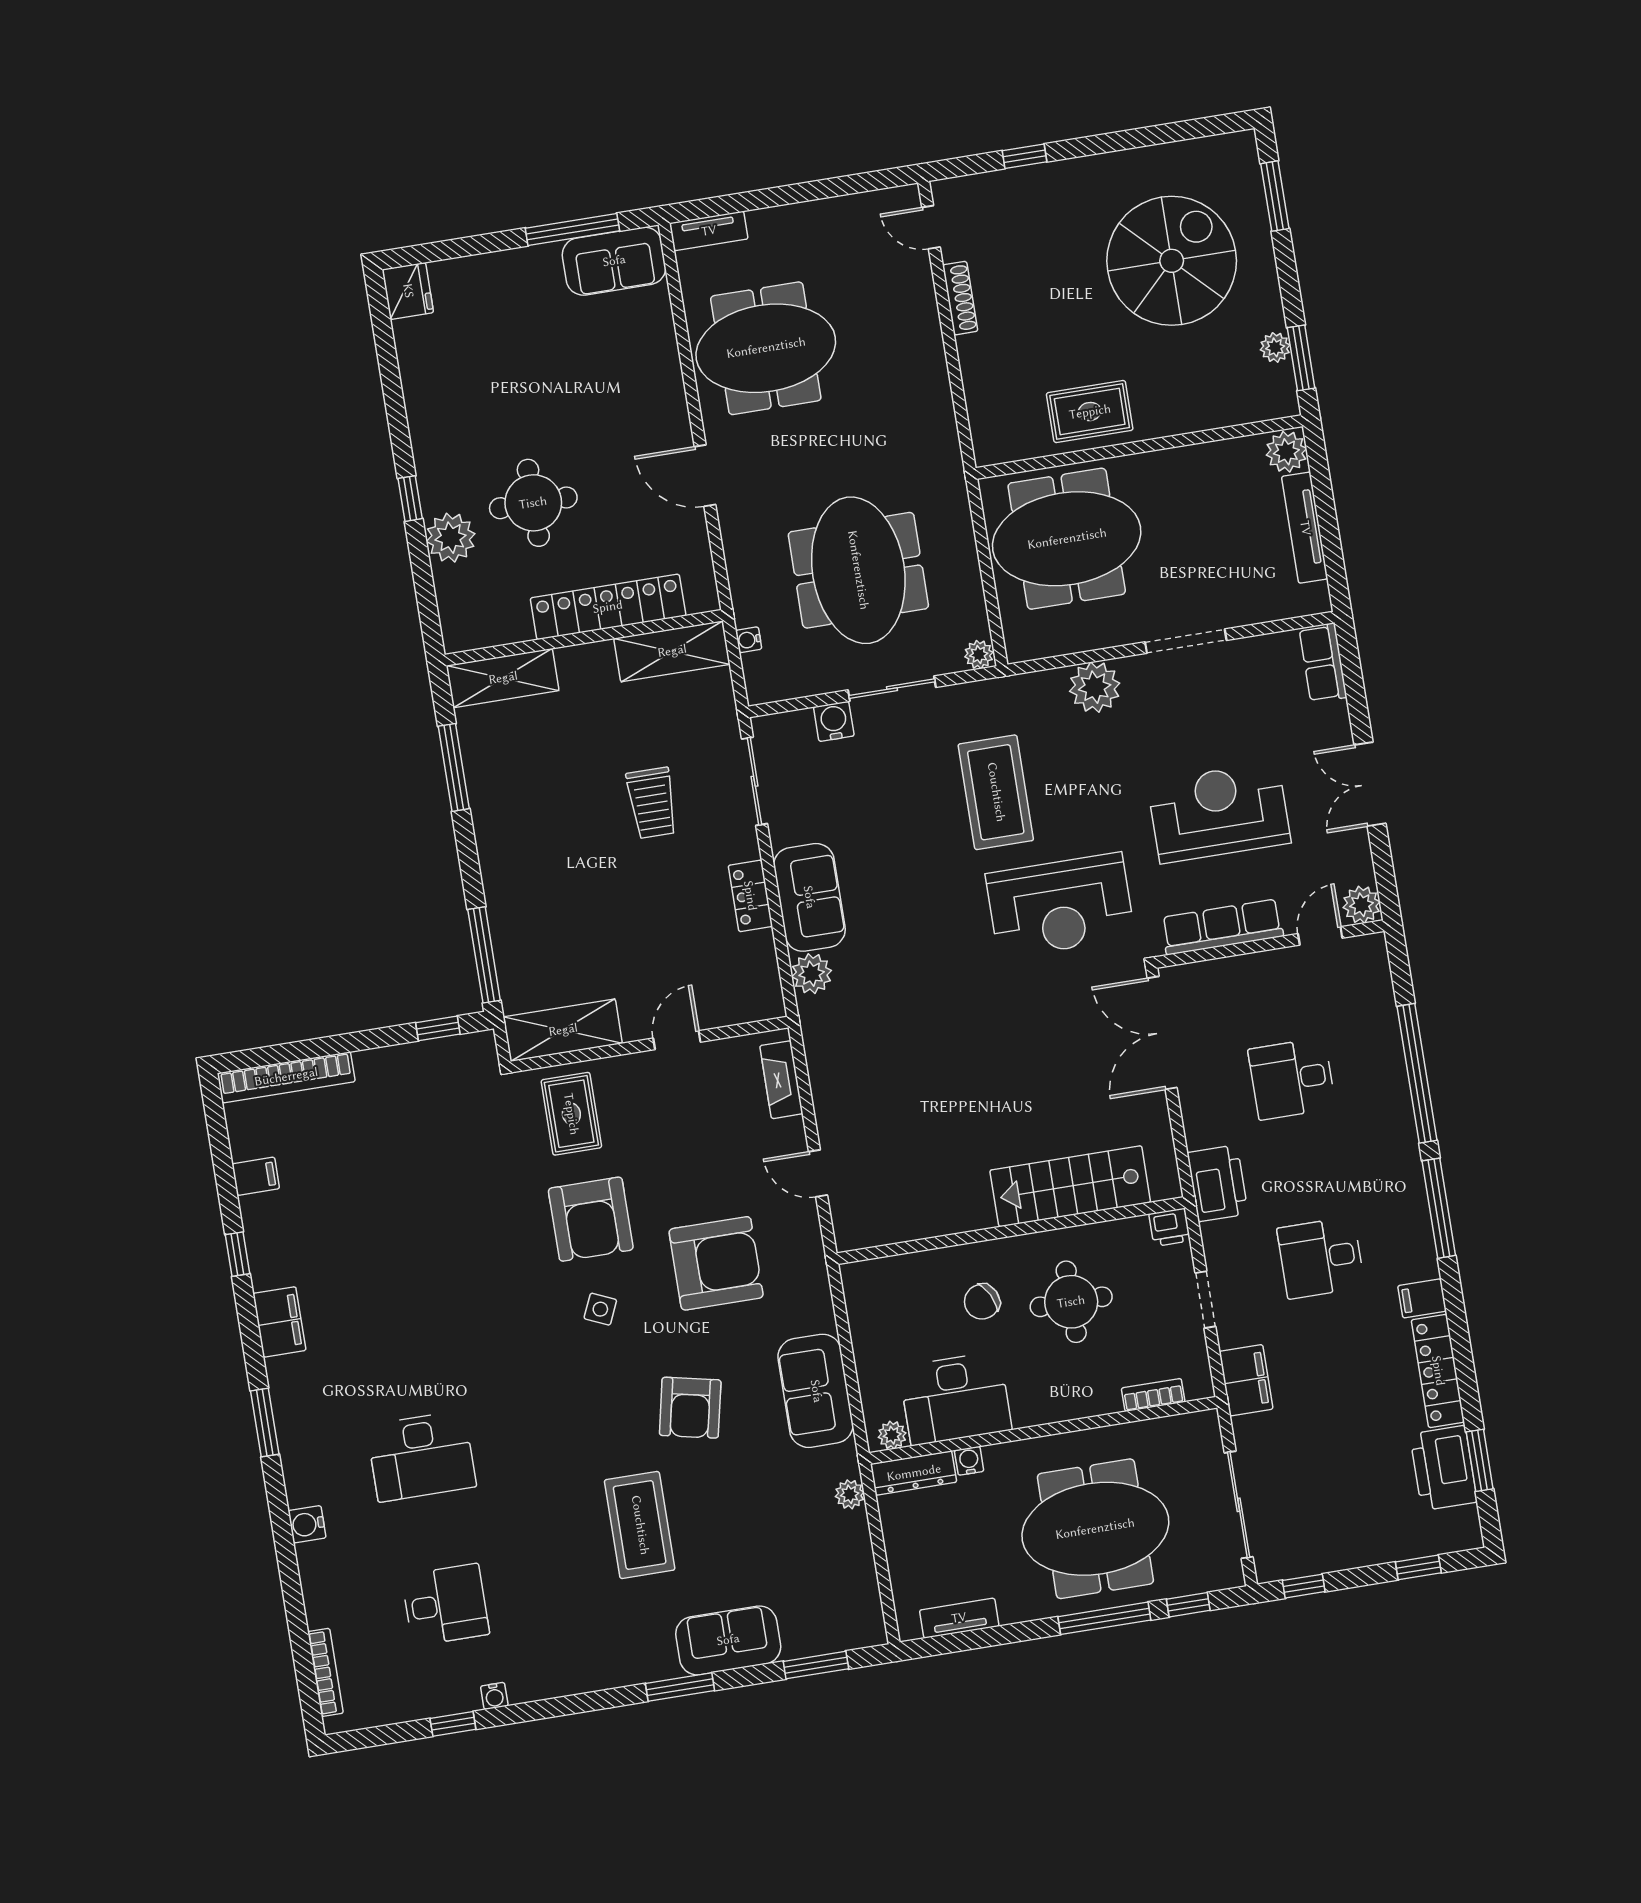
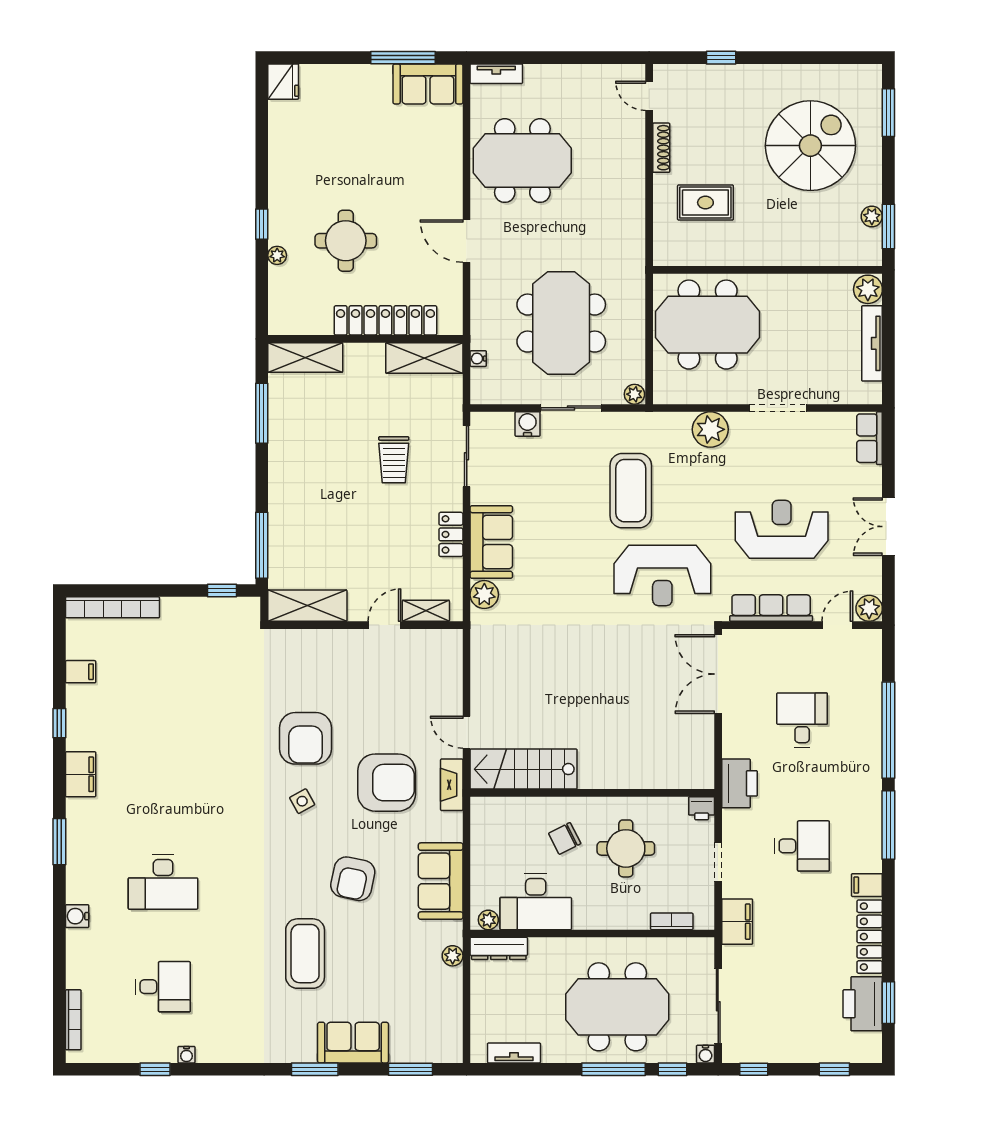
rug: (1090, 412) -> (705, 203), moved
plant: (451, 538) -> (277, 255), width x0.53, depth x0.53
shelving: (732, 1010) -> (426, 611), added
desk: (1292, 1079) -> (802, 720), turned 90
fireplace: (781, 1080) -> (452, 785), moved
rug: (571, 1114) -> (304, 664), removed
stairs: (1070, 1186) -> (524, 769), moved
desk: (1321, 1258) -> (802, 846), turned 180
side table: (600, 1309) -> (302, 801), turned 37
water cooler: (969, 1461) -> (706, 1054), moved, turned 180

